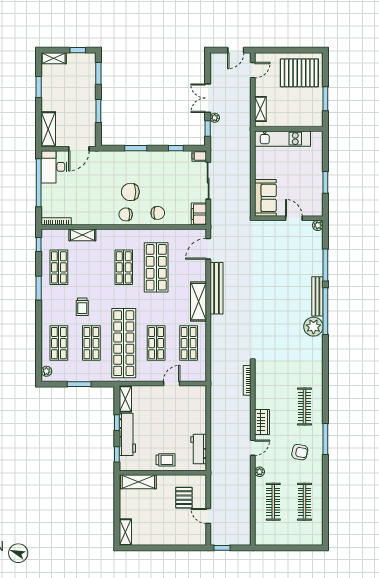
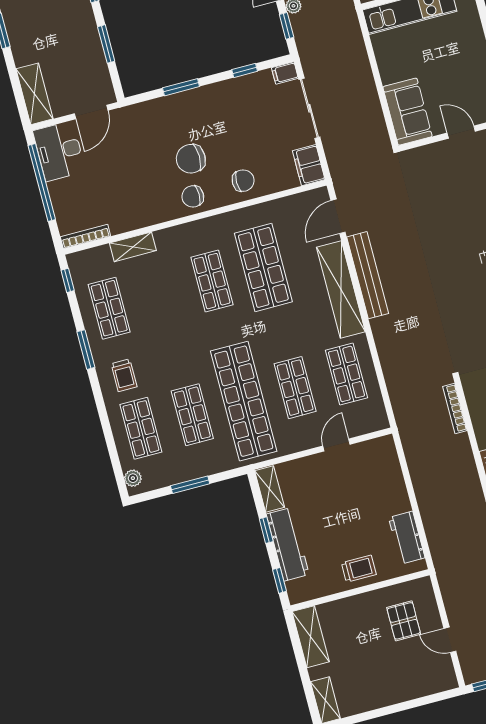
shelving: (198, 302) -> (341, 289), width x1.47
trolley: (82, 307) -> (124, 375), moved
shelving: (138, 482) -> (311, 637), moved, turned 90

